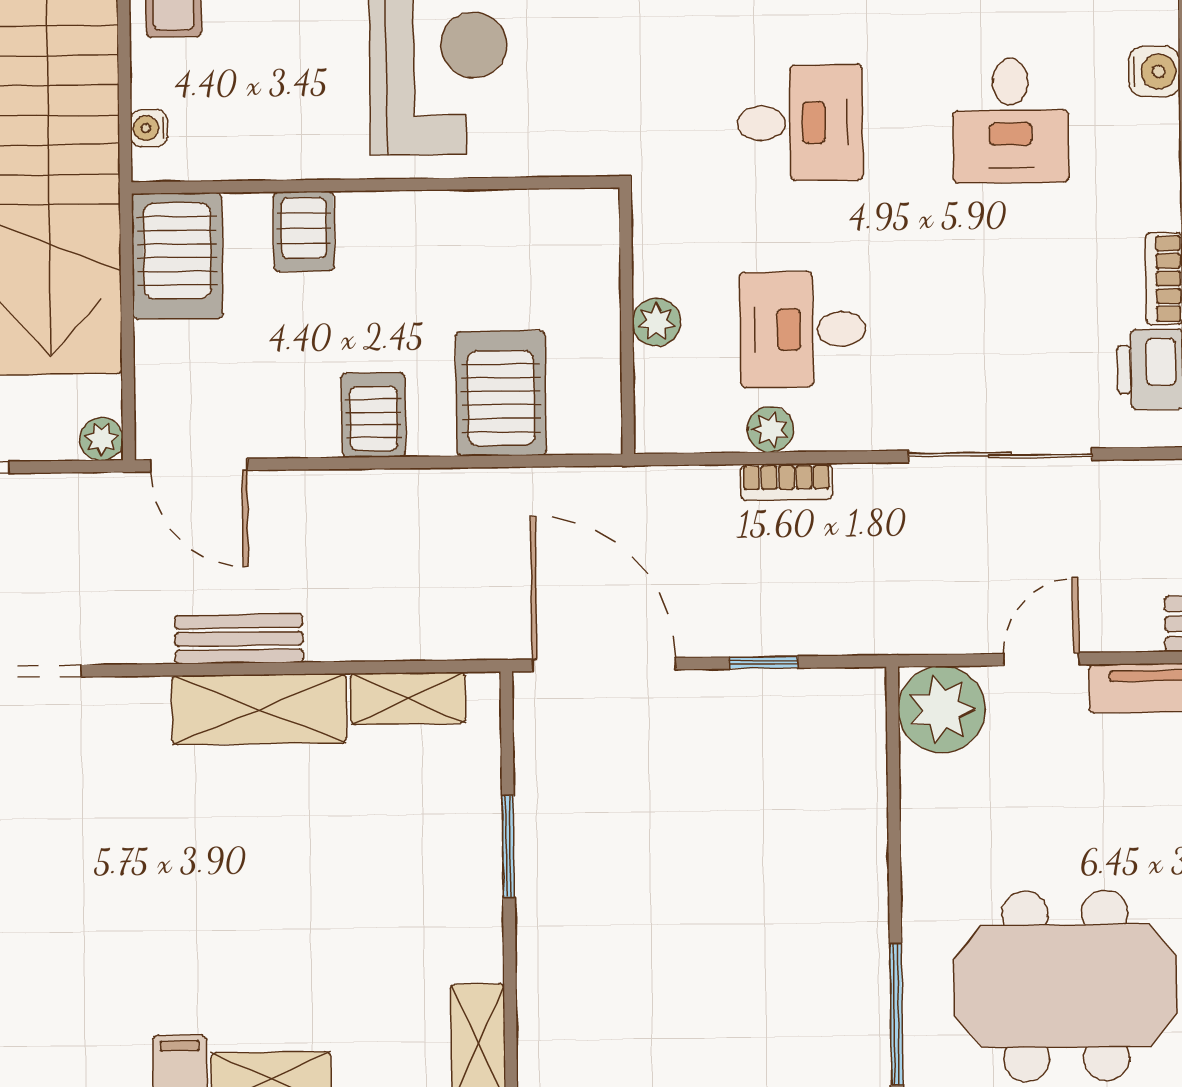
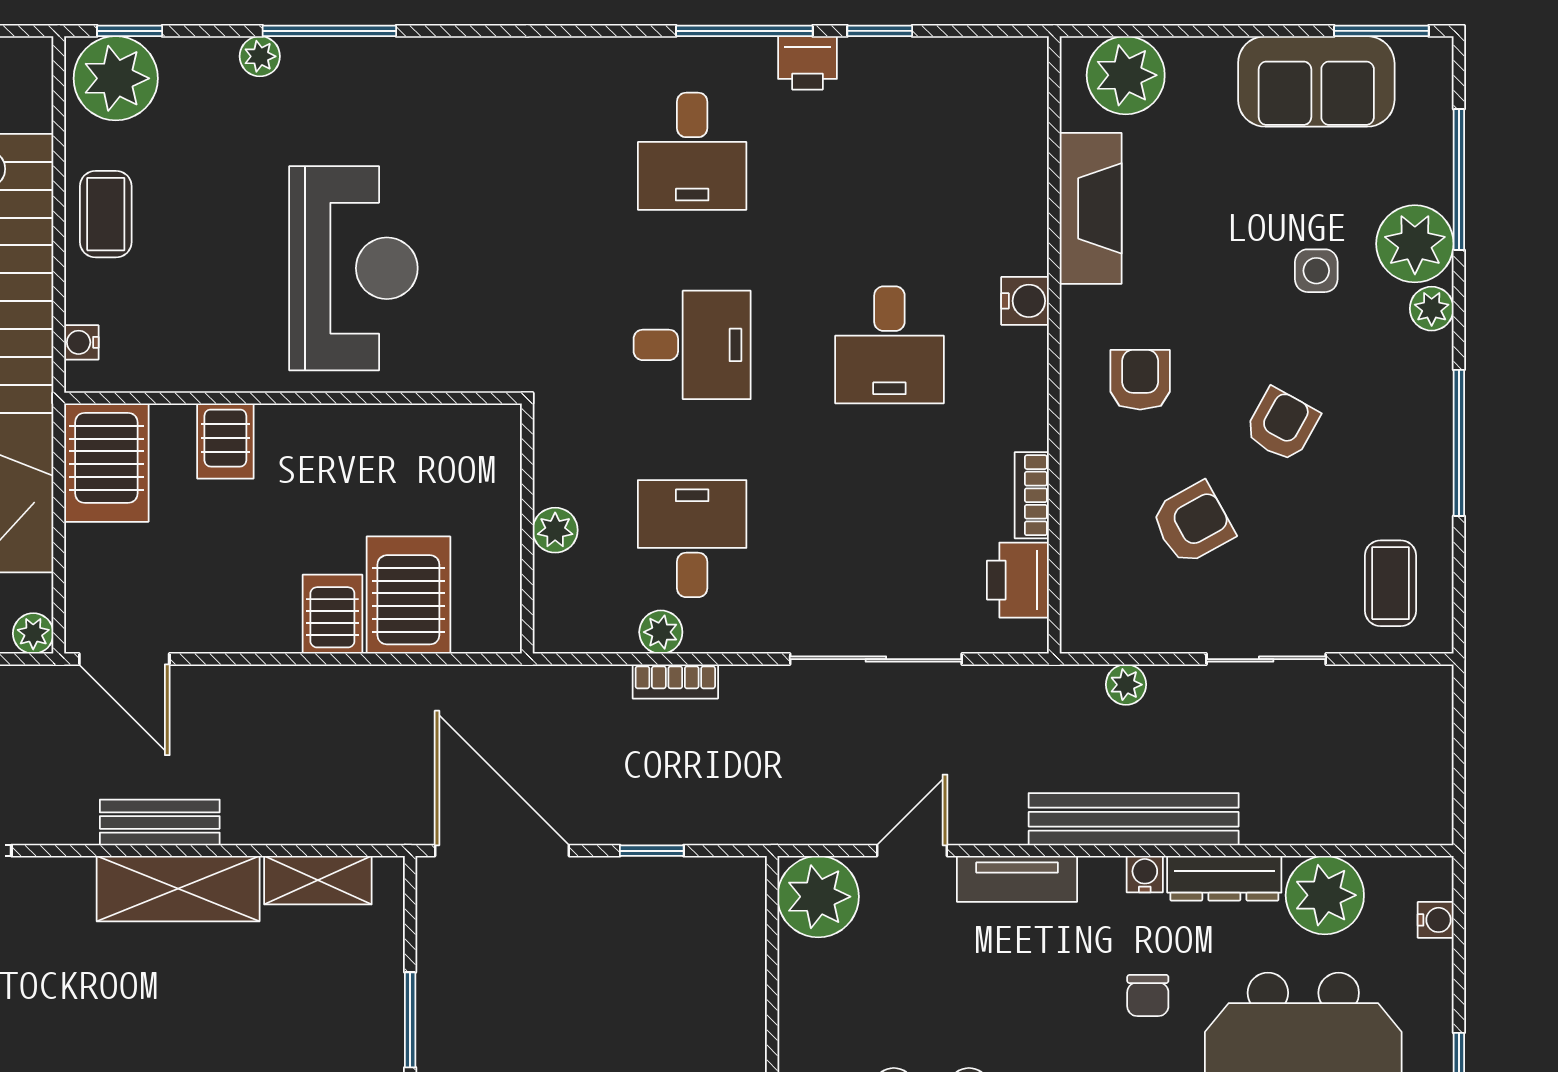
desk: (803, 329) -> (692, 539), turned 90
server rack: (374, 415) -> (332, 614), moved

